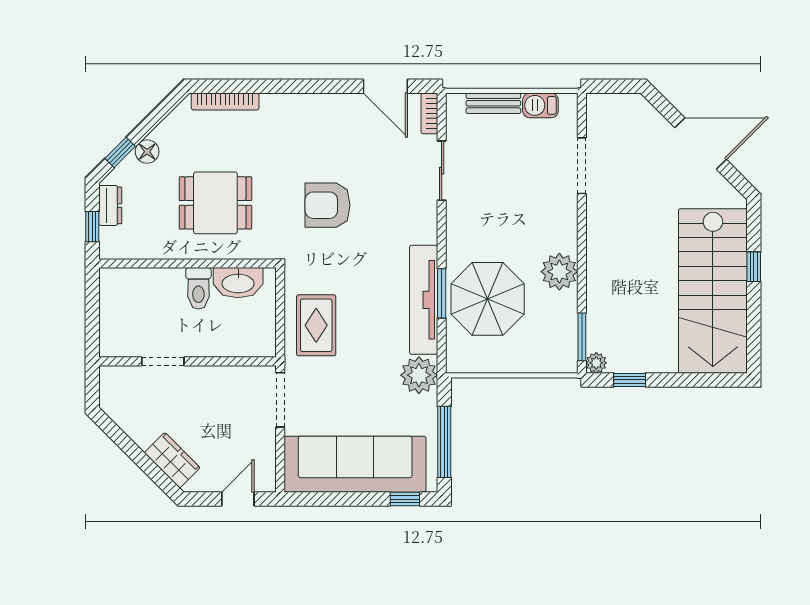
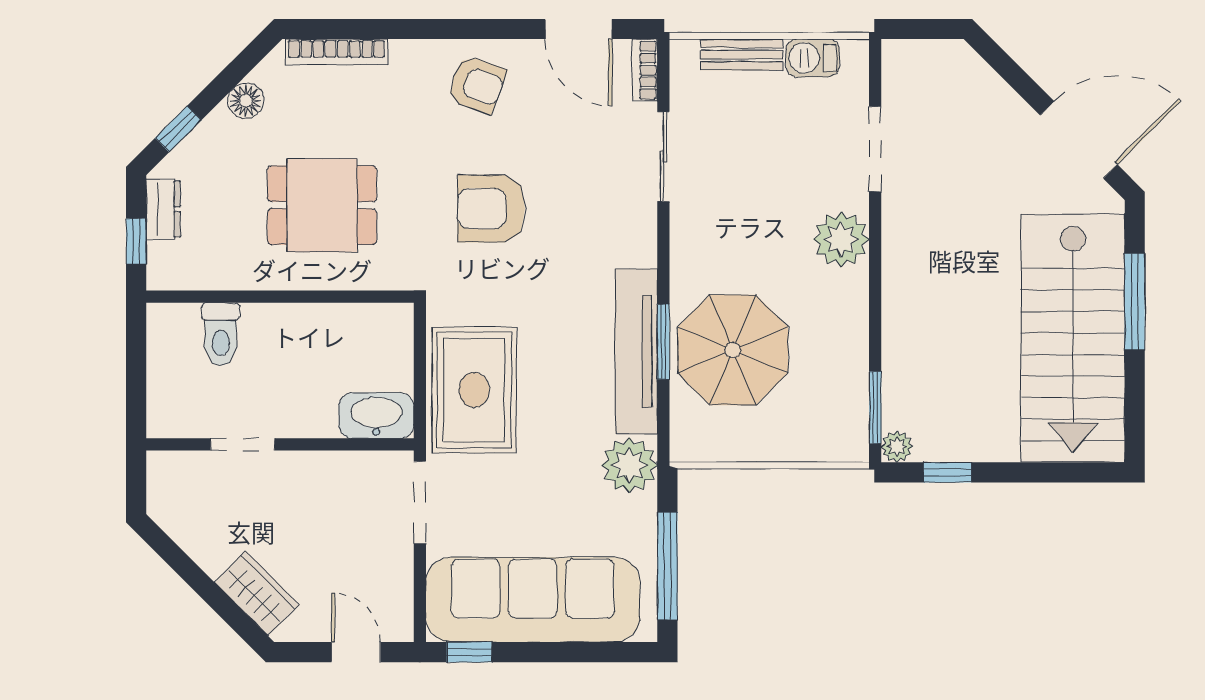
armchair: (318, 123) -> (476, 84), added
door: (701, 143) -> (1079, 140), moved
floor lamp: (147, 152) -> (246, 101), moved
window: (754, 267) -> (1135, 302), width x2.17
plant: (559, 272) -> (841, 239), moved
washbasin: (238, 283) -> (376, 416), moved, turned 180
toilet: (198, 288) -> (221, 334), moved
rug: (316, 325) -> (474, 390), width x1.36, depth x1.43
door: (238, 499) -> (356, 652), hinge flipped
window: (405, 499) -> (469, 652), moved

